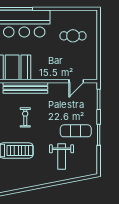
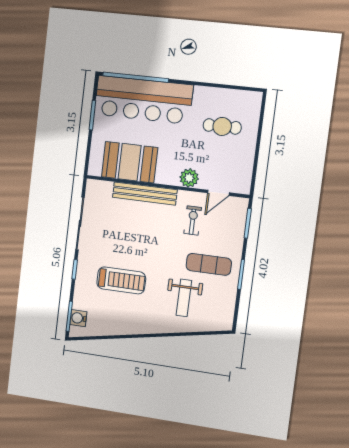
plant: (55, 73) -> (189, 178), added
exercise bike: (25, 117) -> (193, 220), moved

